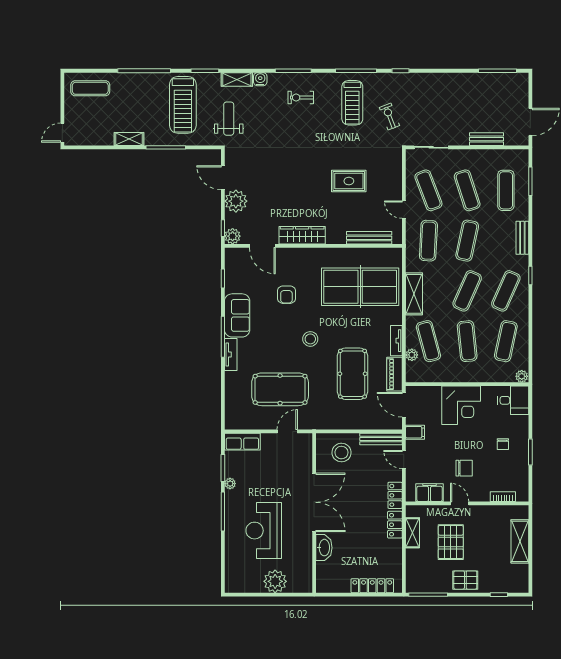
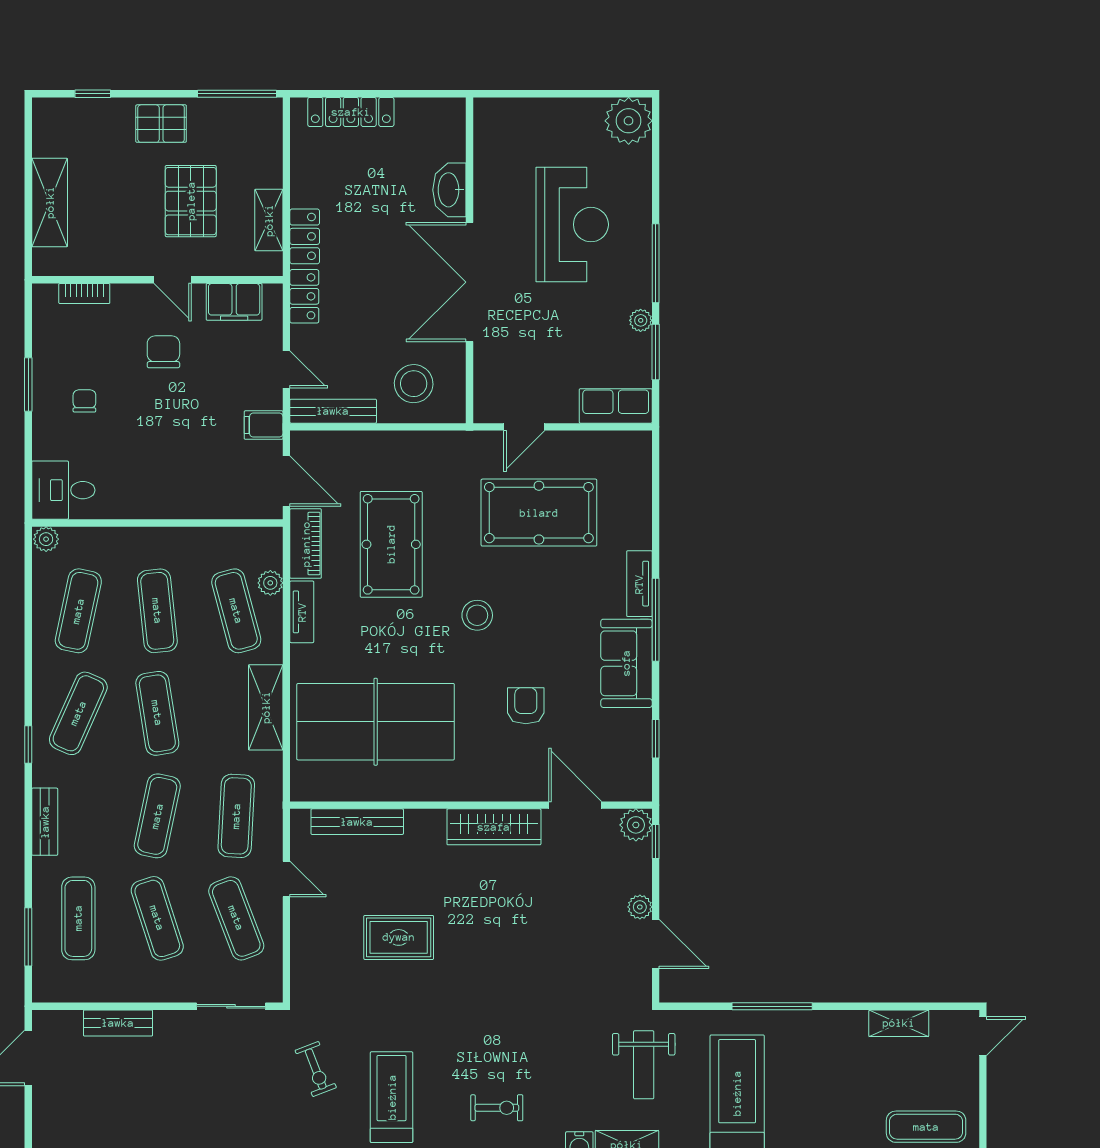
shelving: (129, 139) -> (899, 1023), moved
plant: (236, 201) -> (640, 907), width x0.53, depth x0.53
exercise mat: (467, 291) -> (157, 713), turned -33
corner desk: (461, 405) -> (169, 480), removed
chair: (464, 468) -> (163, 352), turned 90
plant: (275, 581) -> (629, 121), moved

